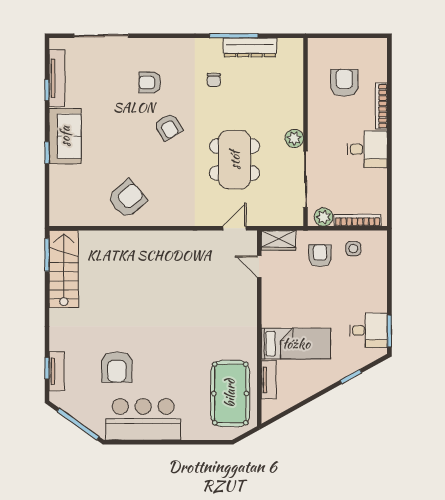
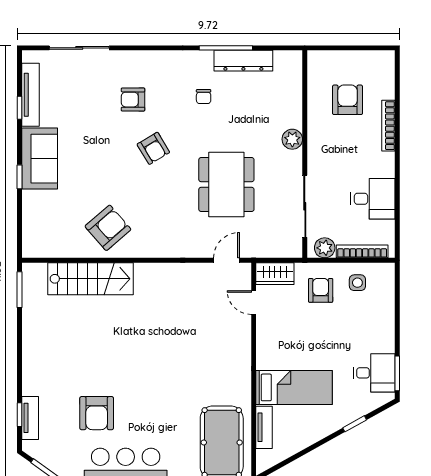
plant: (294, 138) -> (292, 139), moved
desk: (367, 149) -> (373, 199), moved
stairs: (64, 269) -> (91, 279), moved, turned 90

